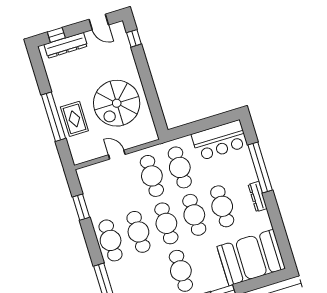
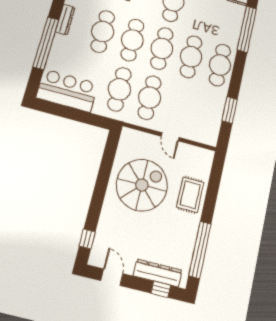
window: (53, 117) -> (200, 250), moved

